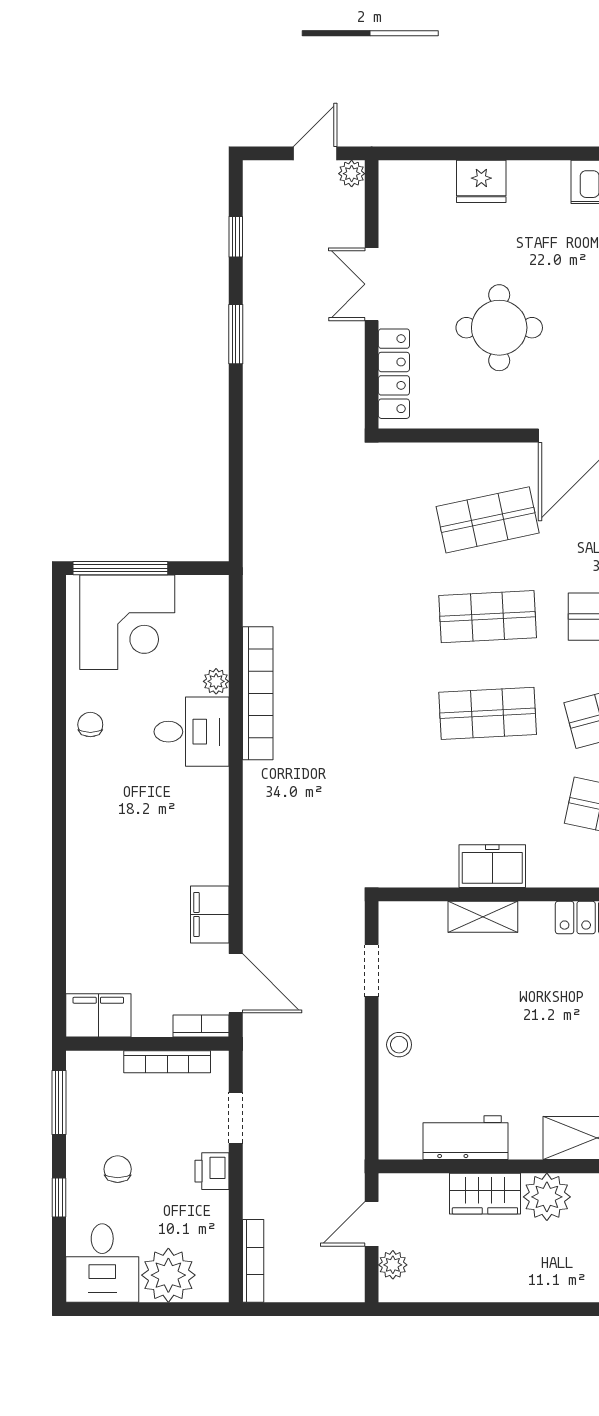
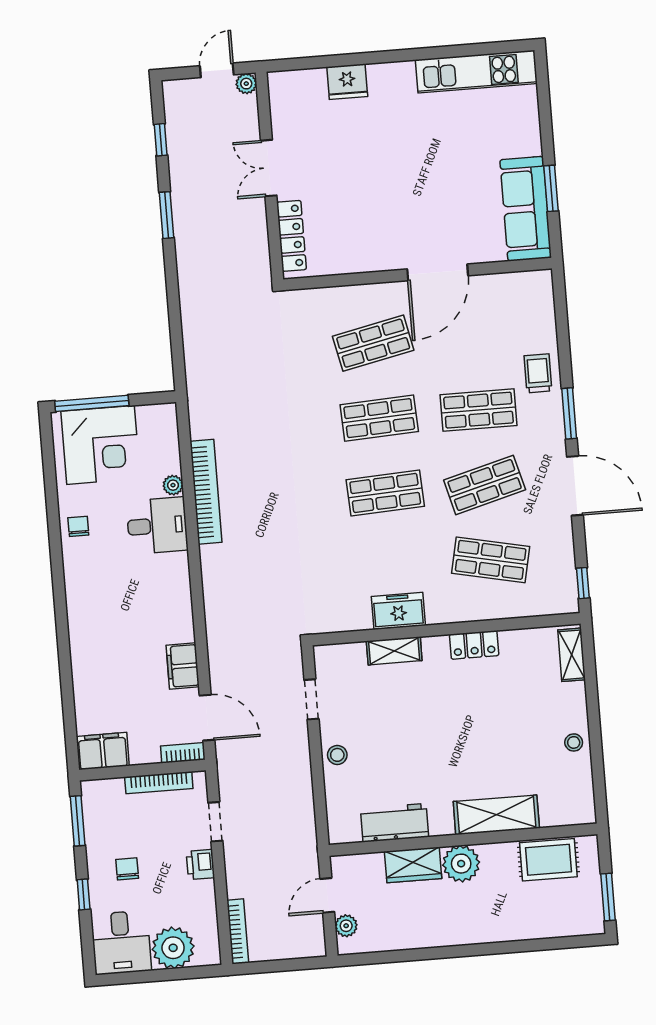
round table: (499, 328) -> (370, 194), removed

